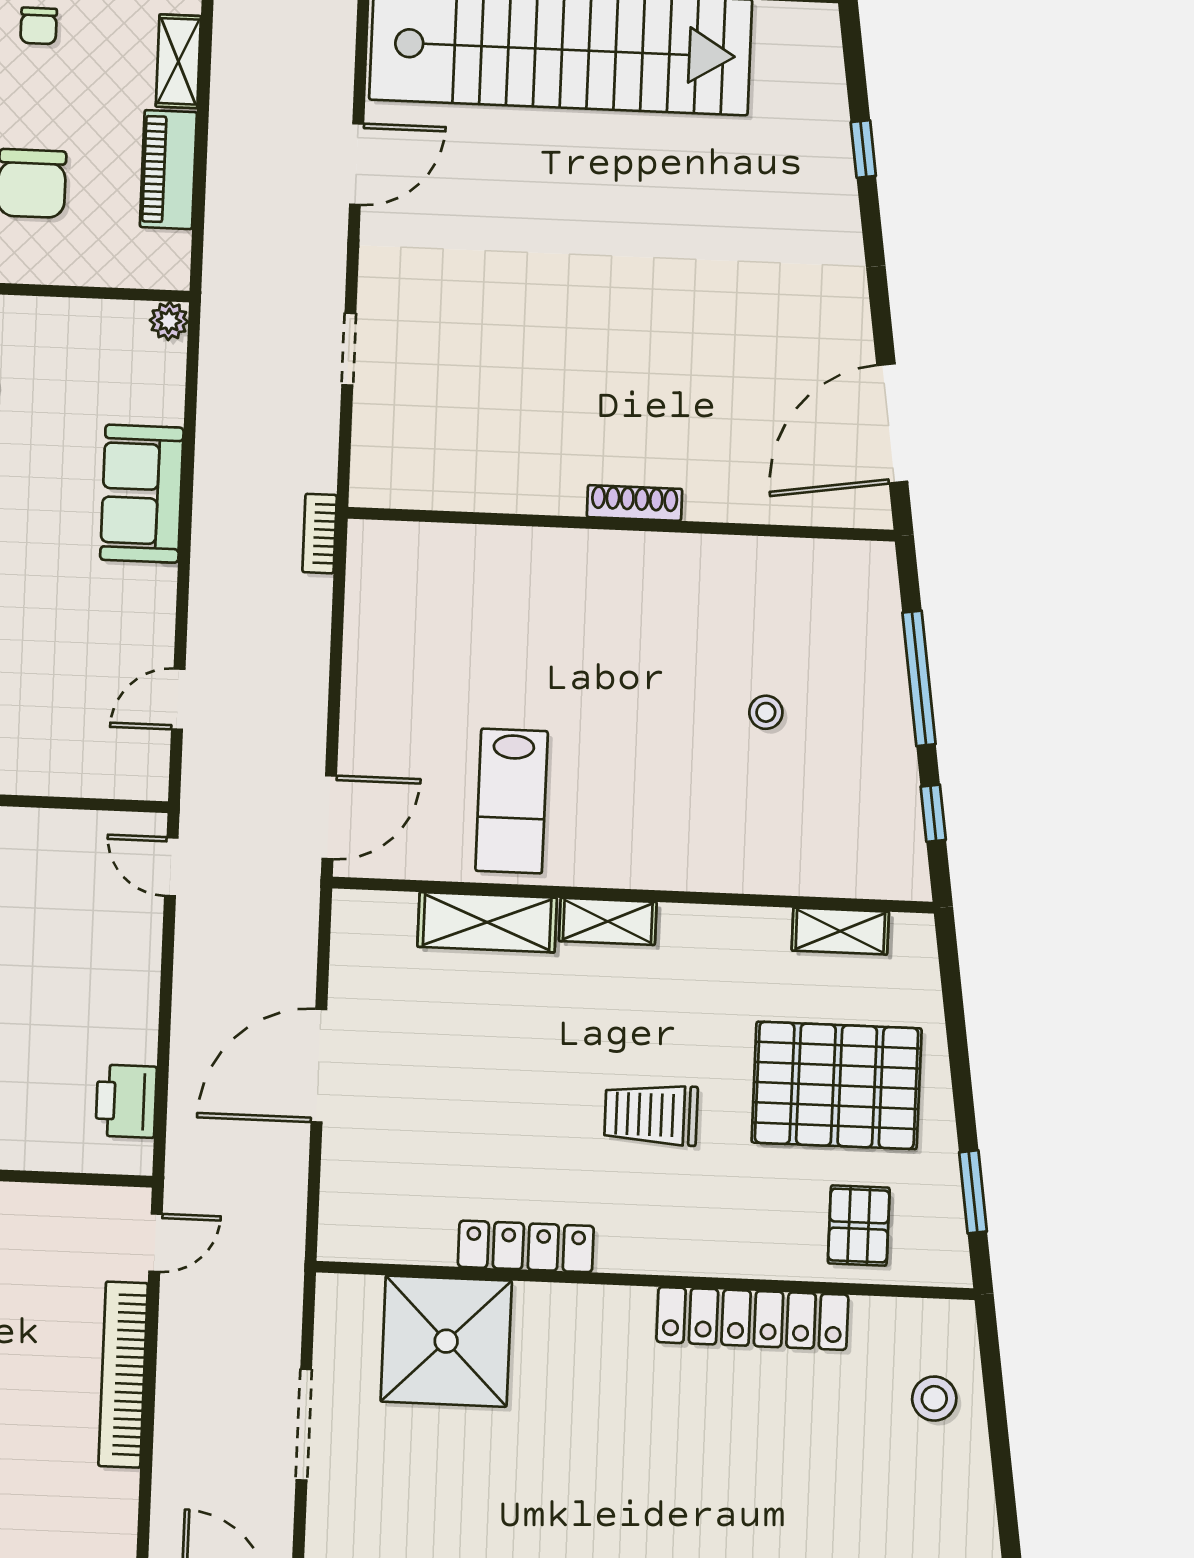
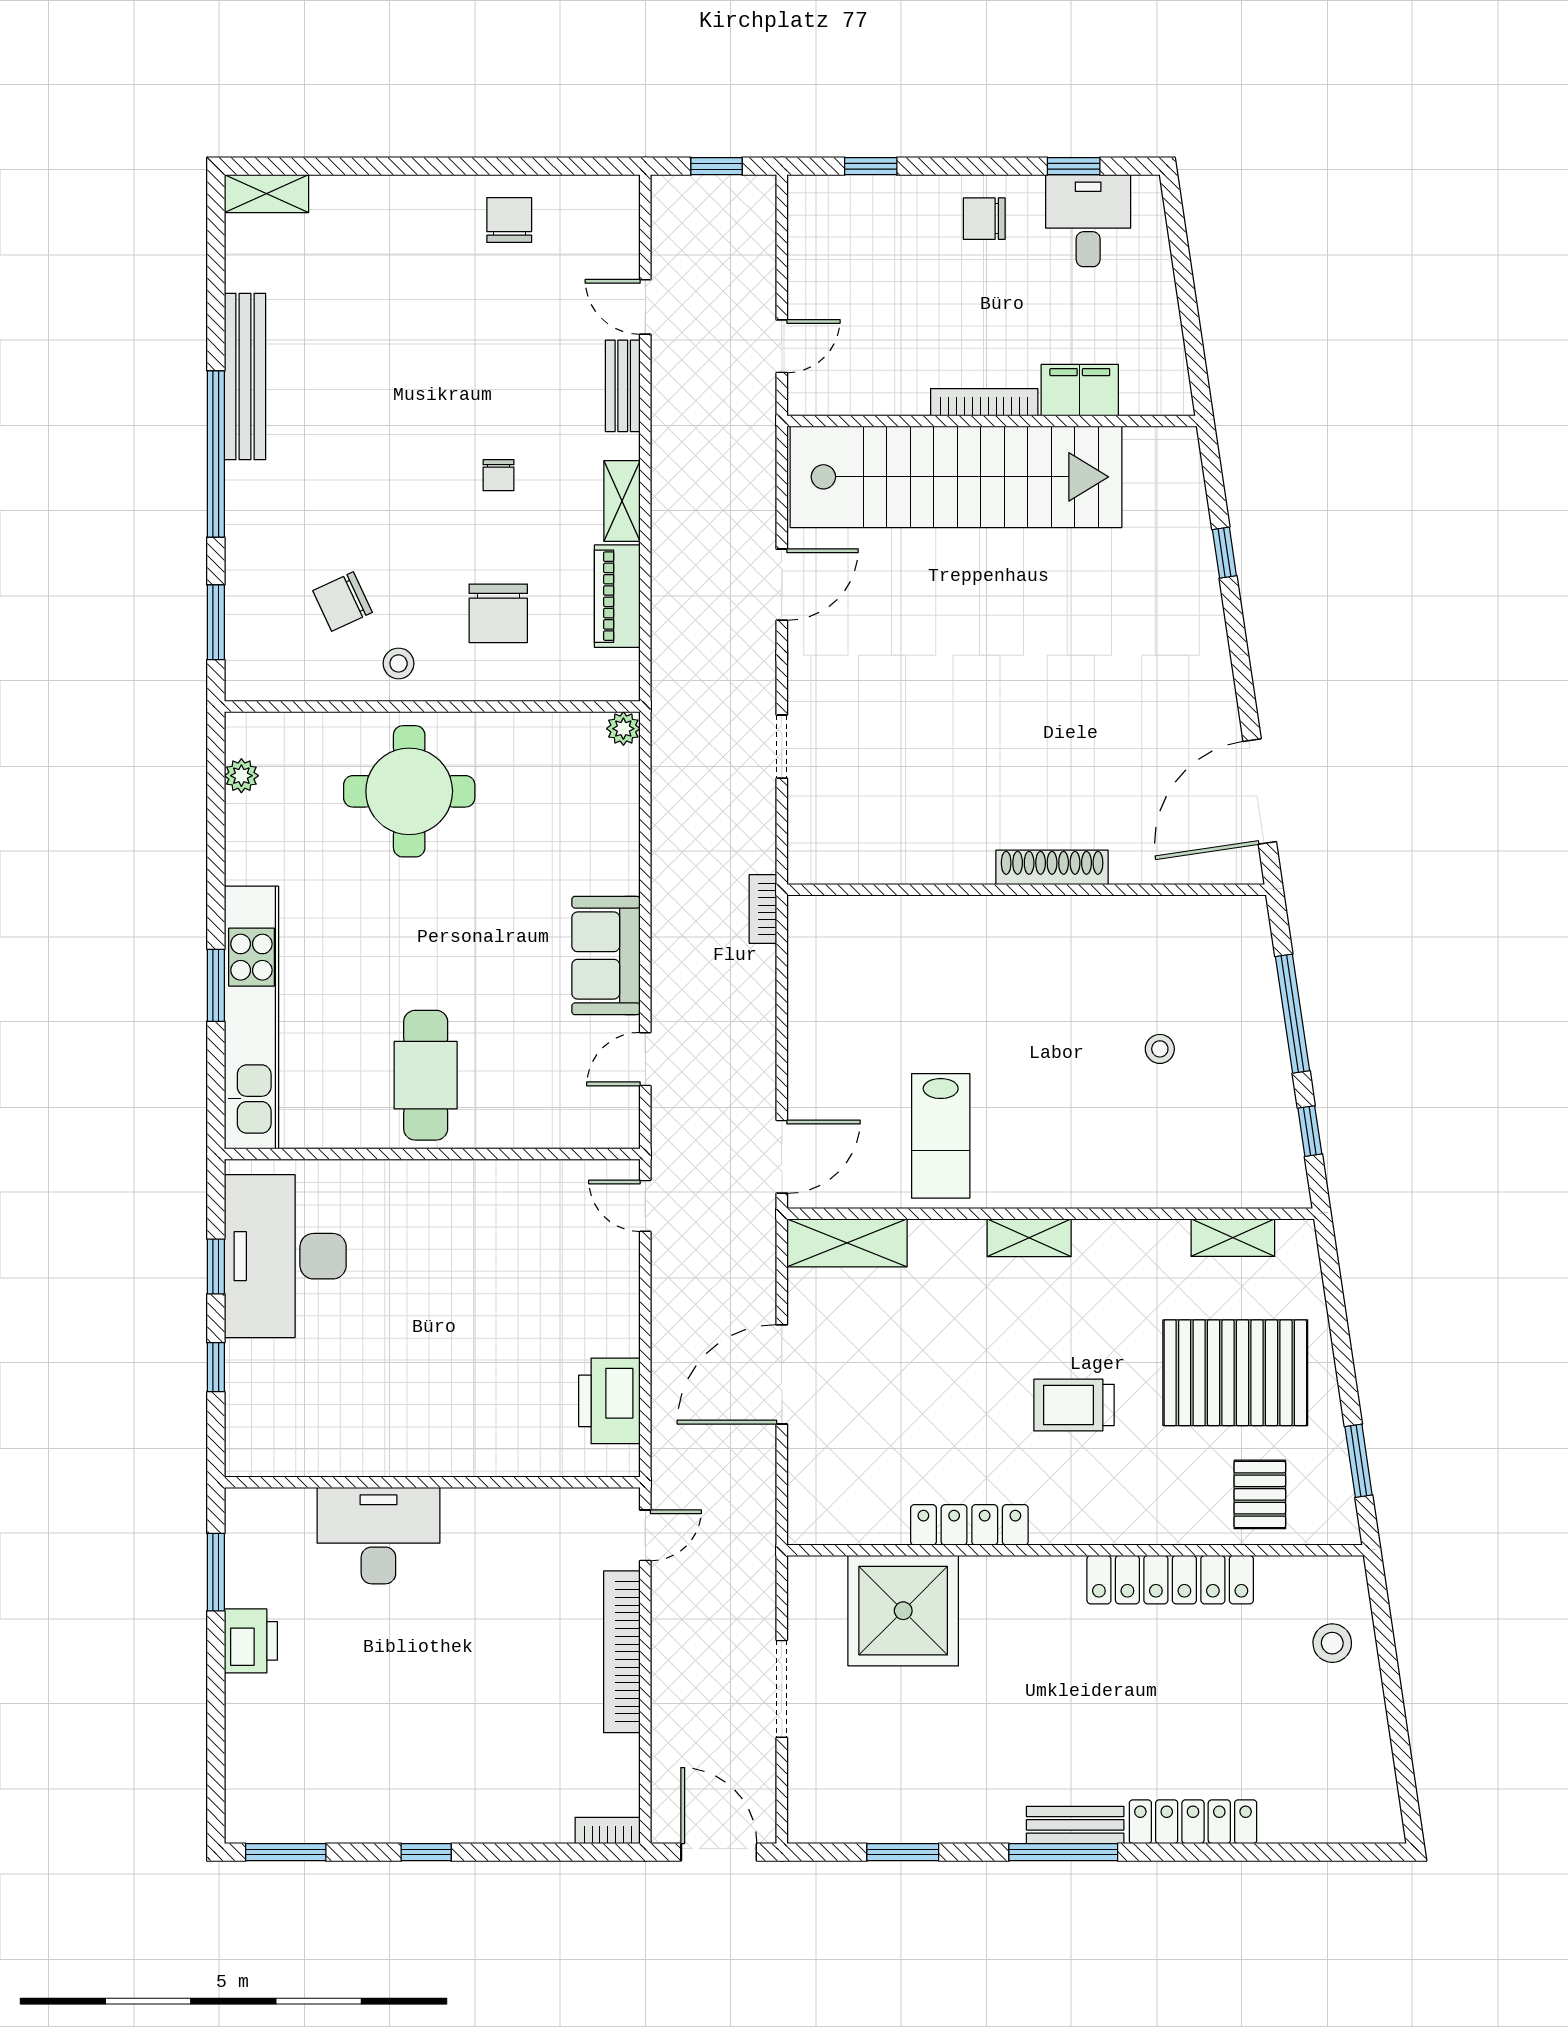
sofa: (142, 494) -> (606, 955), moved
shoe rack: (634, 503) -> (1052, 867), width x1.36, depth x1.24
shelving: (487, 922) -> (847, 1243), moved
printer: (126, 1101) -> (609, 1401), width x1.37, depth x1.19

